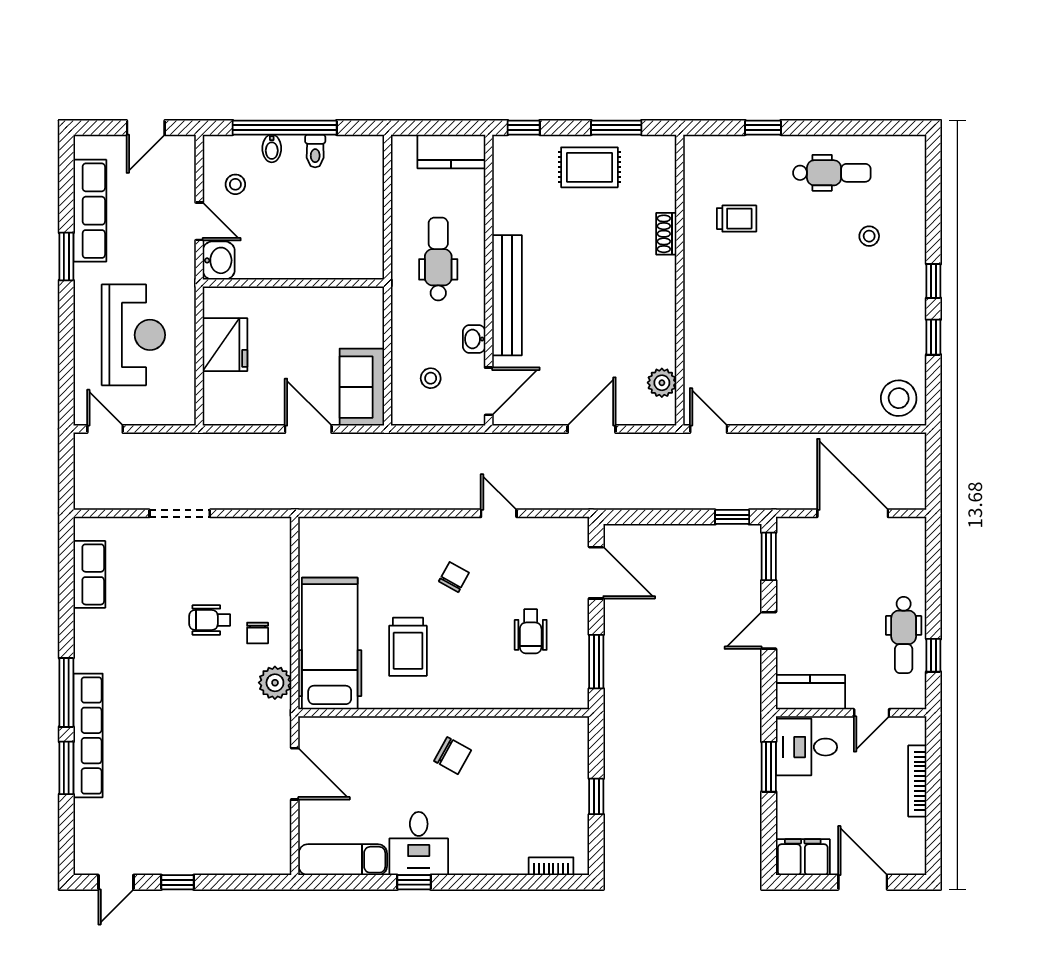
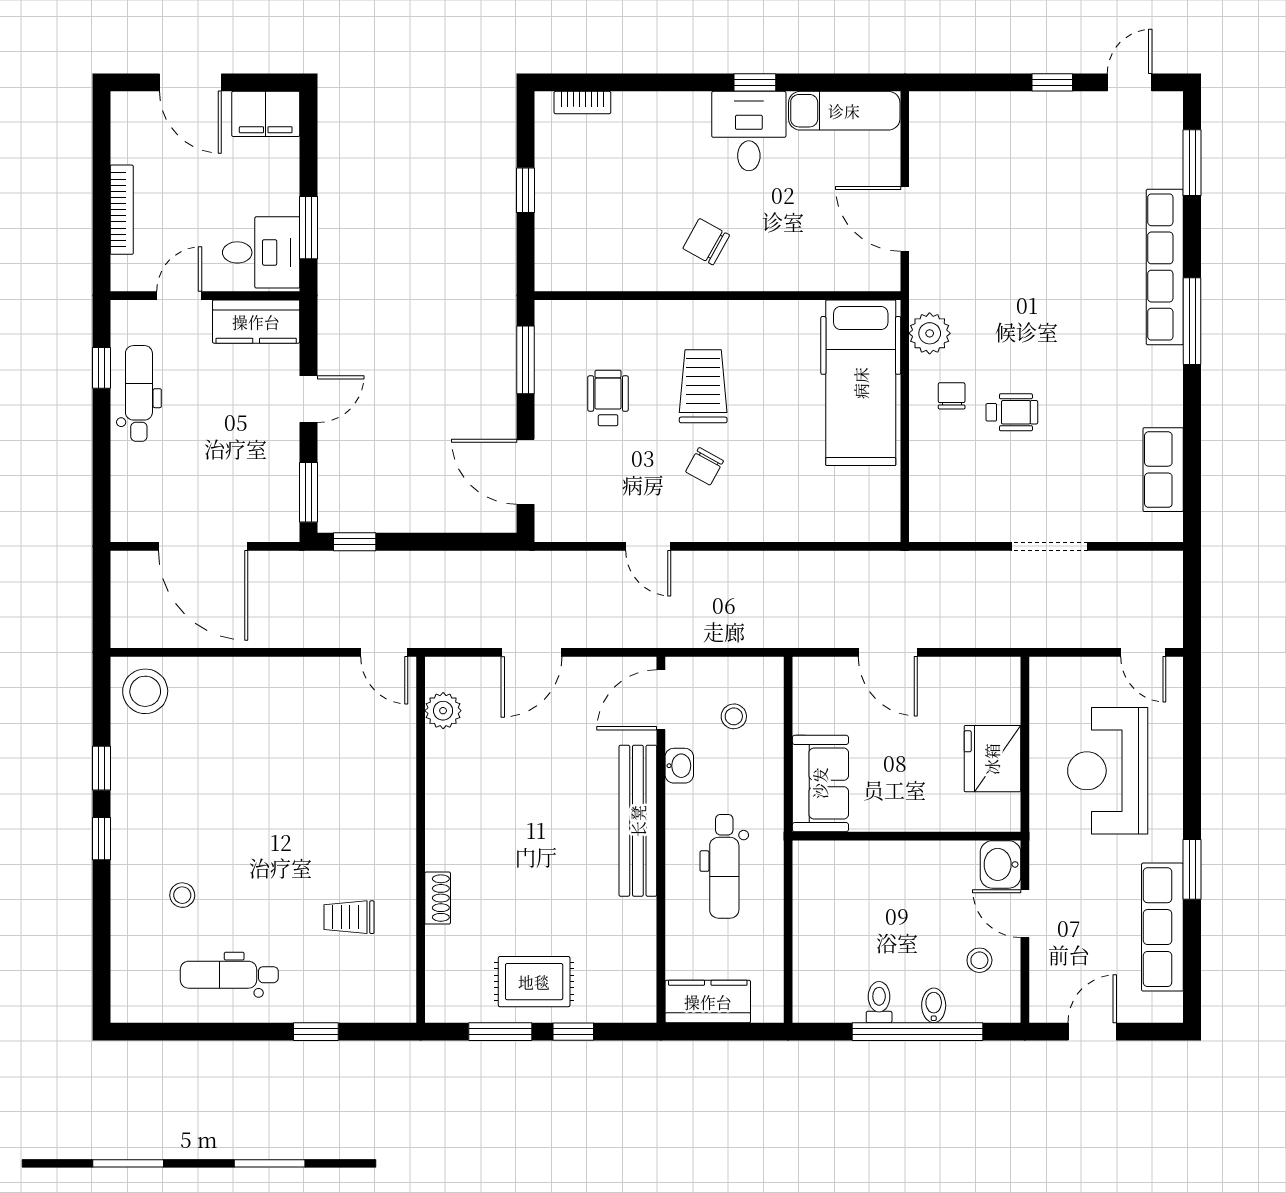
window: (524, 128) -> (573, 1032), moved
sofa: (362, 387) -> (820, 783), moved
trolley: (408, 647) -> (703, 386), moved
window: (66, 768) -> (1192, 163), moved

